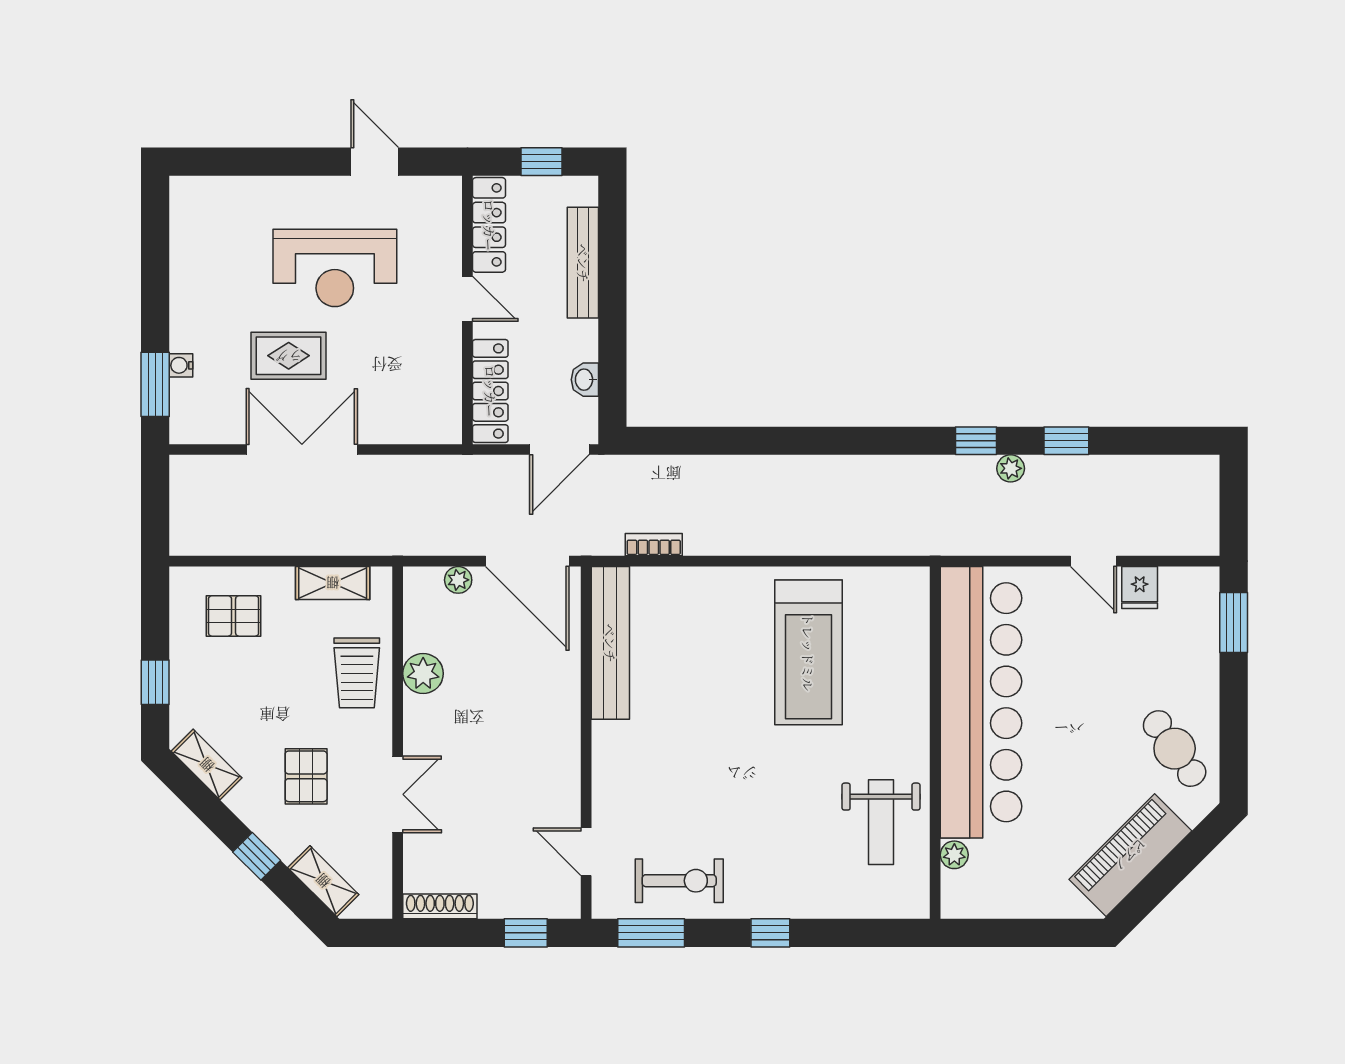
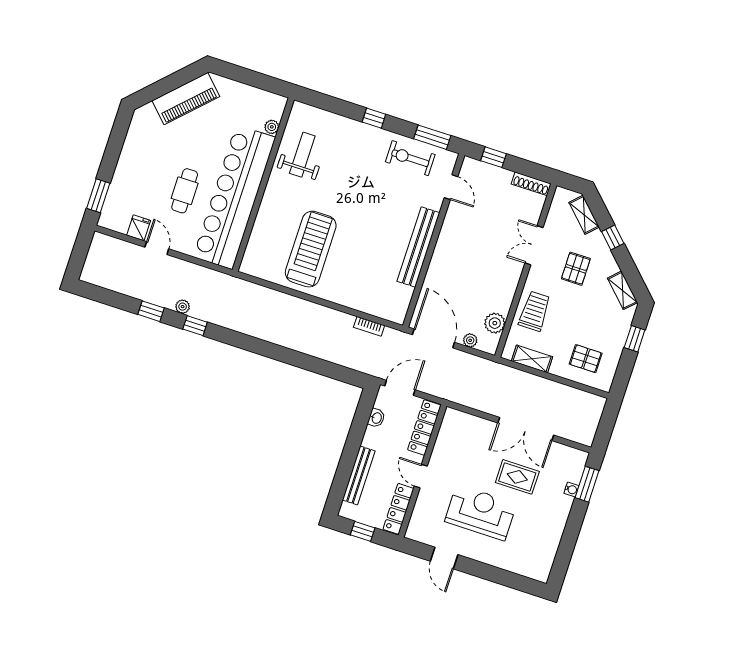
bench: (610, 643) -> (418, 247), moved
plant: (423, 673) -> (495, 323), moved
cafe table: (1175, 749) -> (185, 191), moved, turned 35

